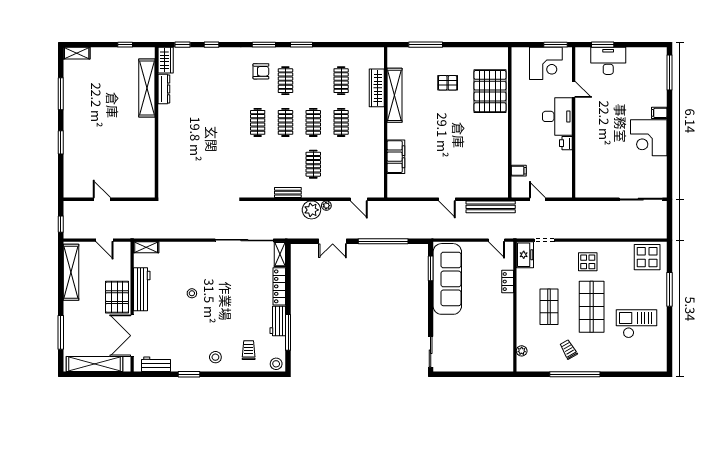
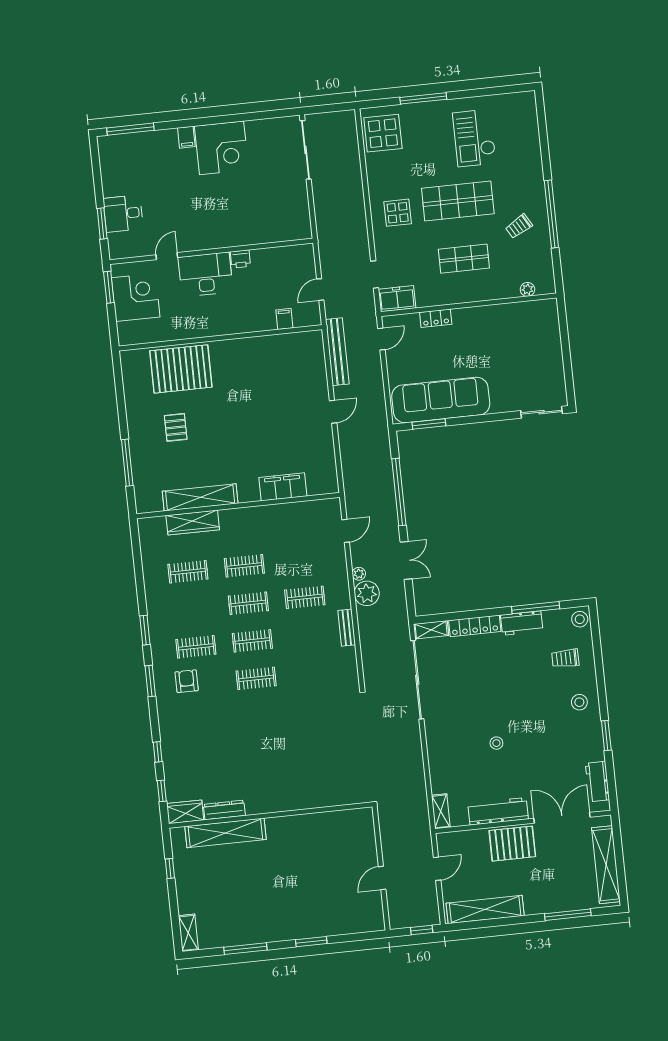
desk: (608, 61) -> (123, 214), width x0.73
double door: (132, 336) -> (562, 818), swing flipped

